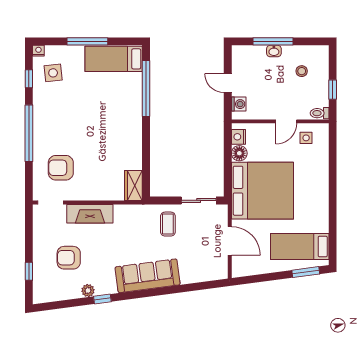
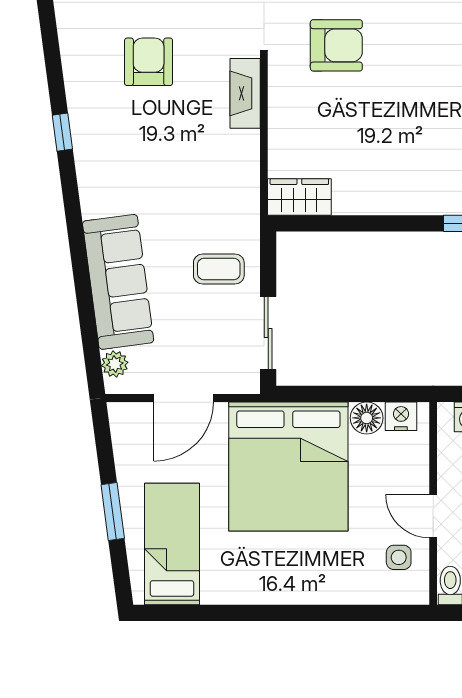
armchair: (61, 168) -> (336, 45), turned 90
fireplace: (90, 214) -> (245, 93), width x0.73, depth x0.76
window: (306, 272) -> (113, 511), moved
sofa: (148, 276) -> (118, 282), moved
plant: (88, 291) -> (115, 364), moved

